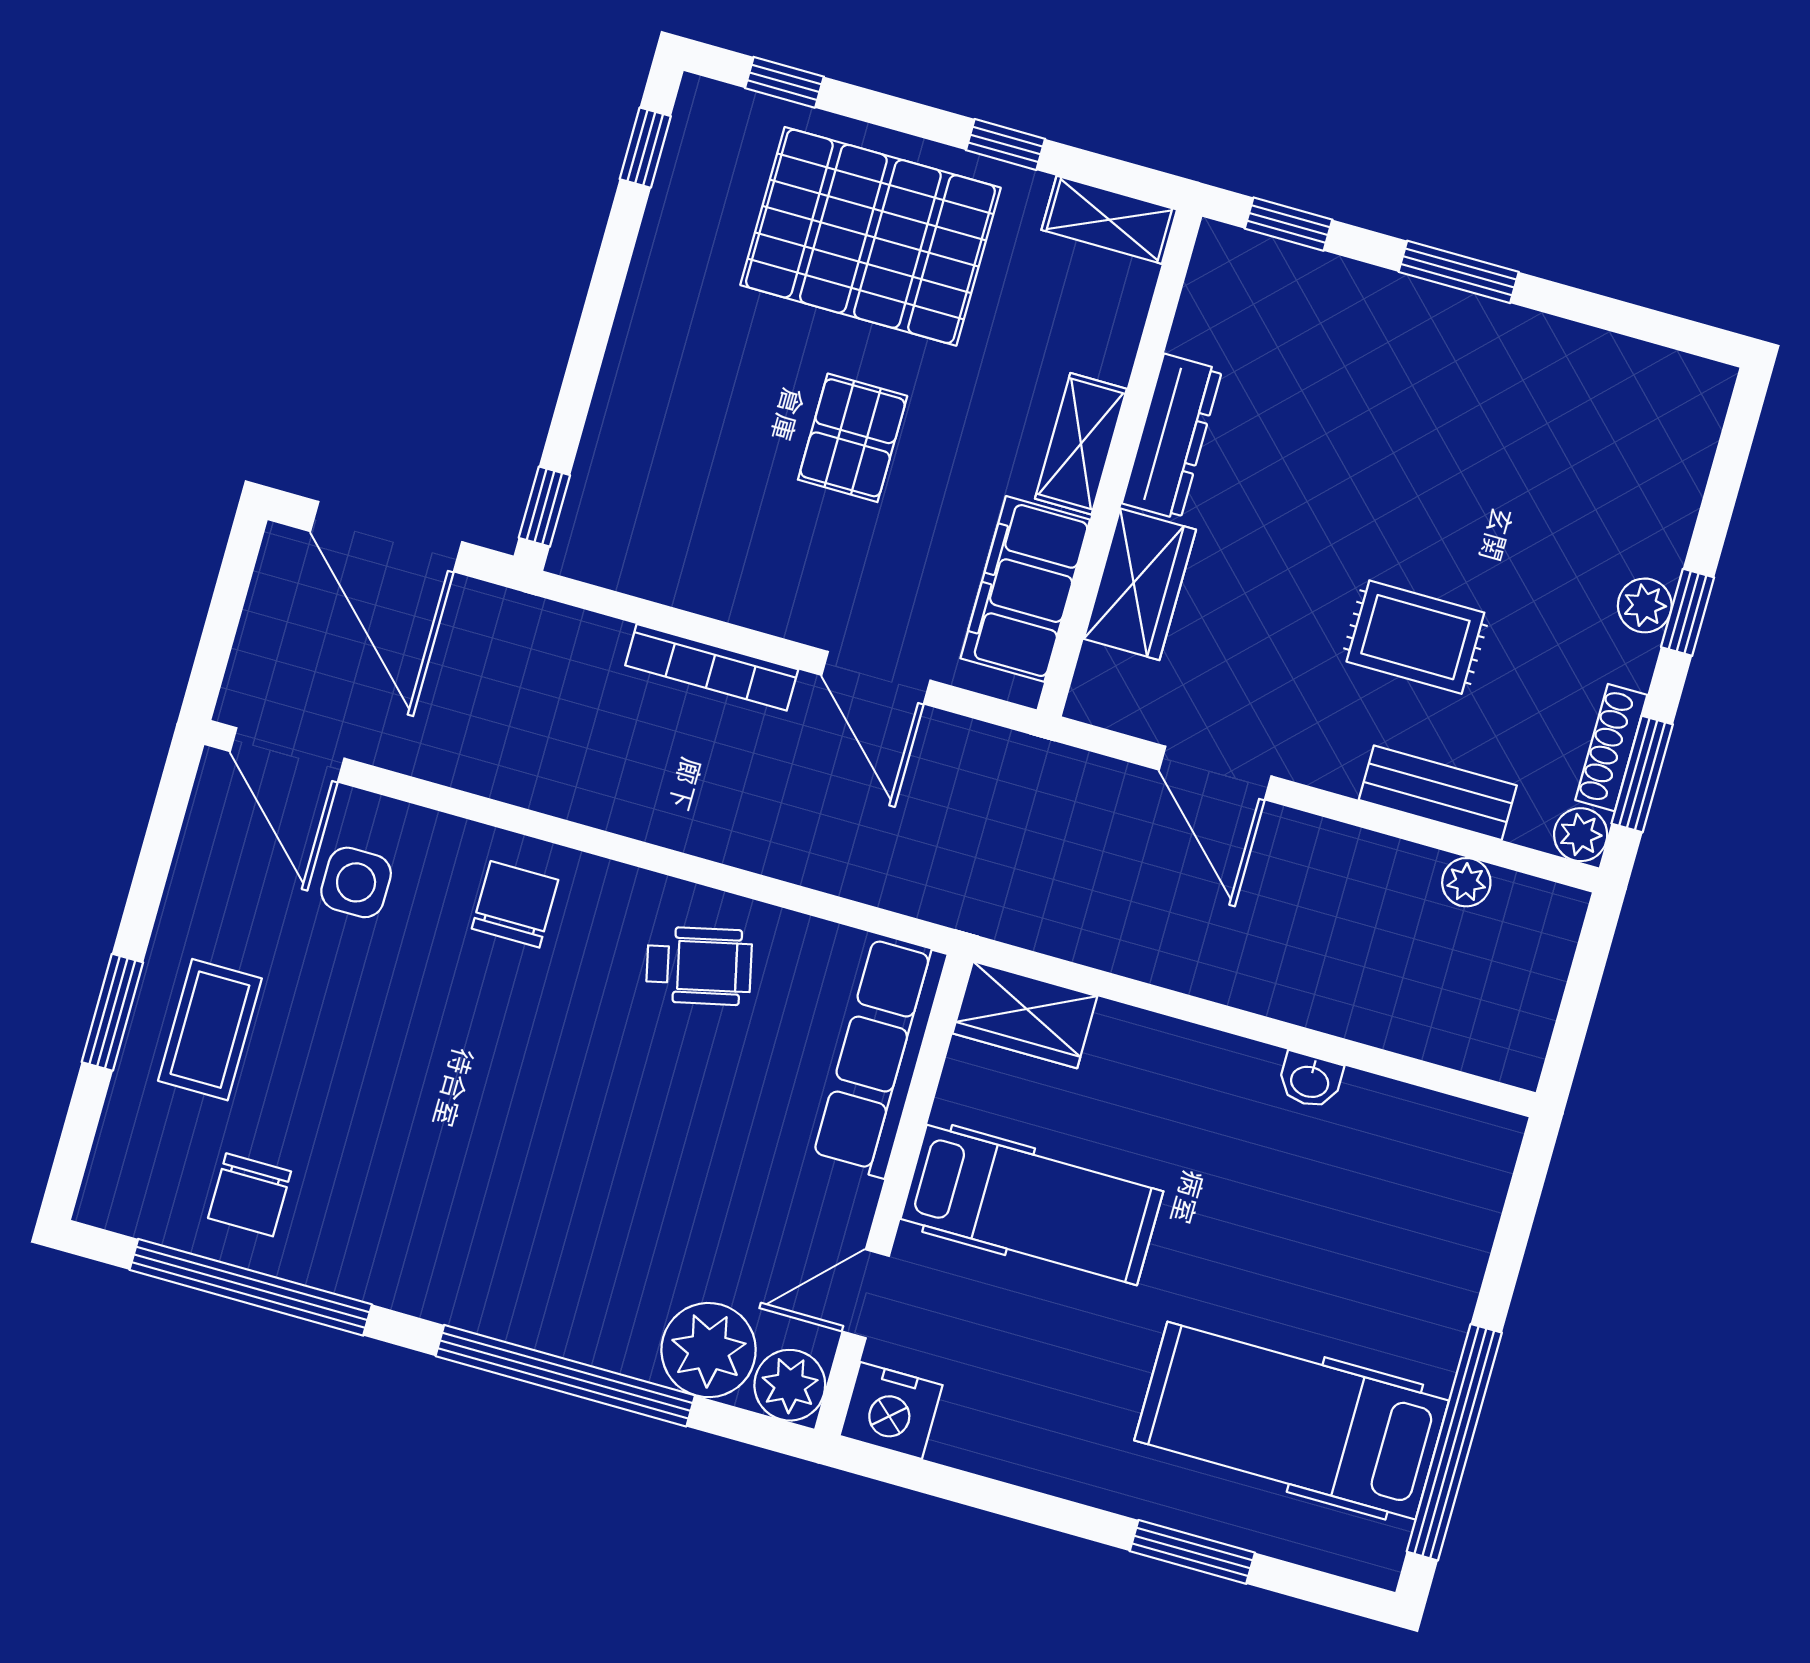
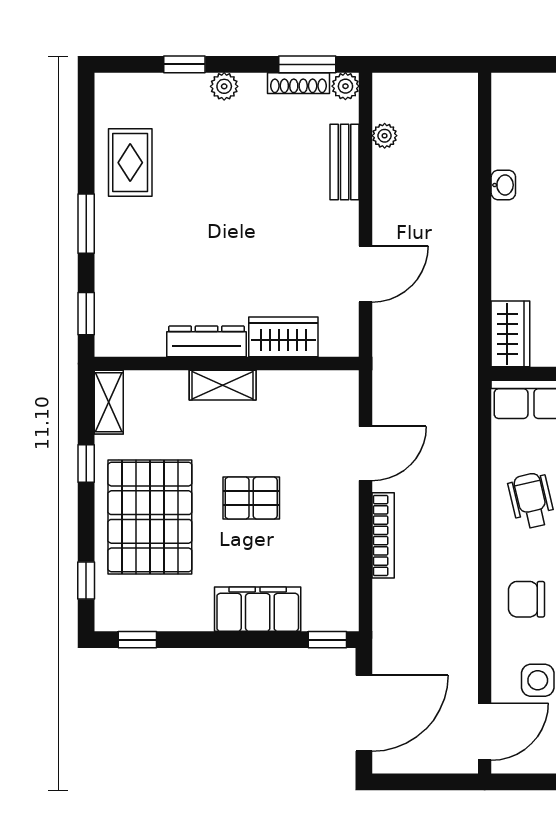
filing cabinet: (1025, 589) -> (258, 609), moved, turned 180
window: (1688, 612) -> (184, 64), moved
rug: (1415, 637) -> (130, 163), moved

